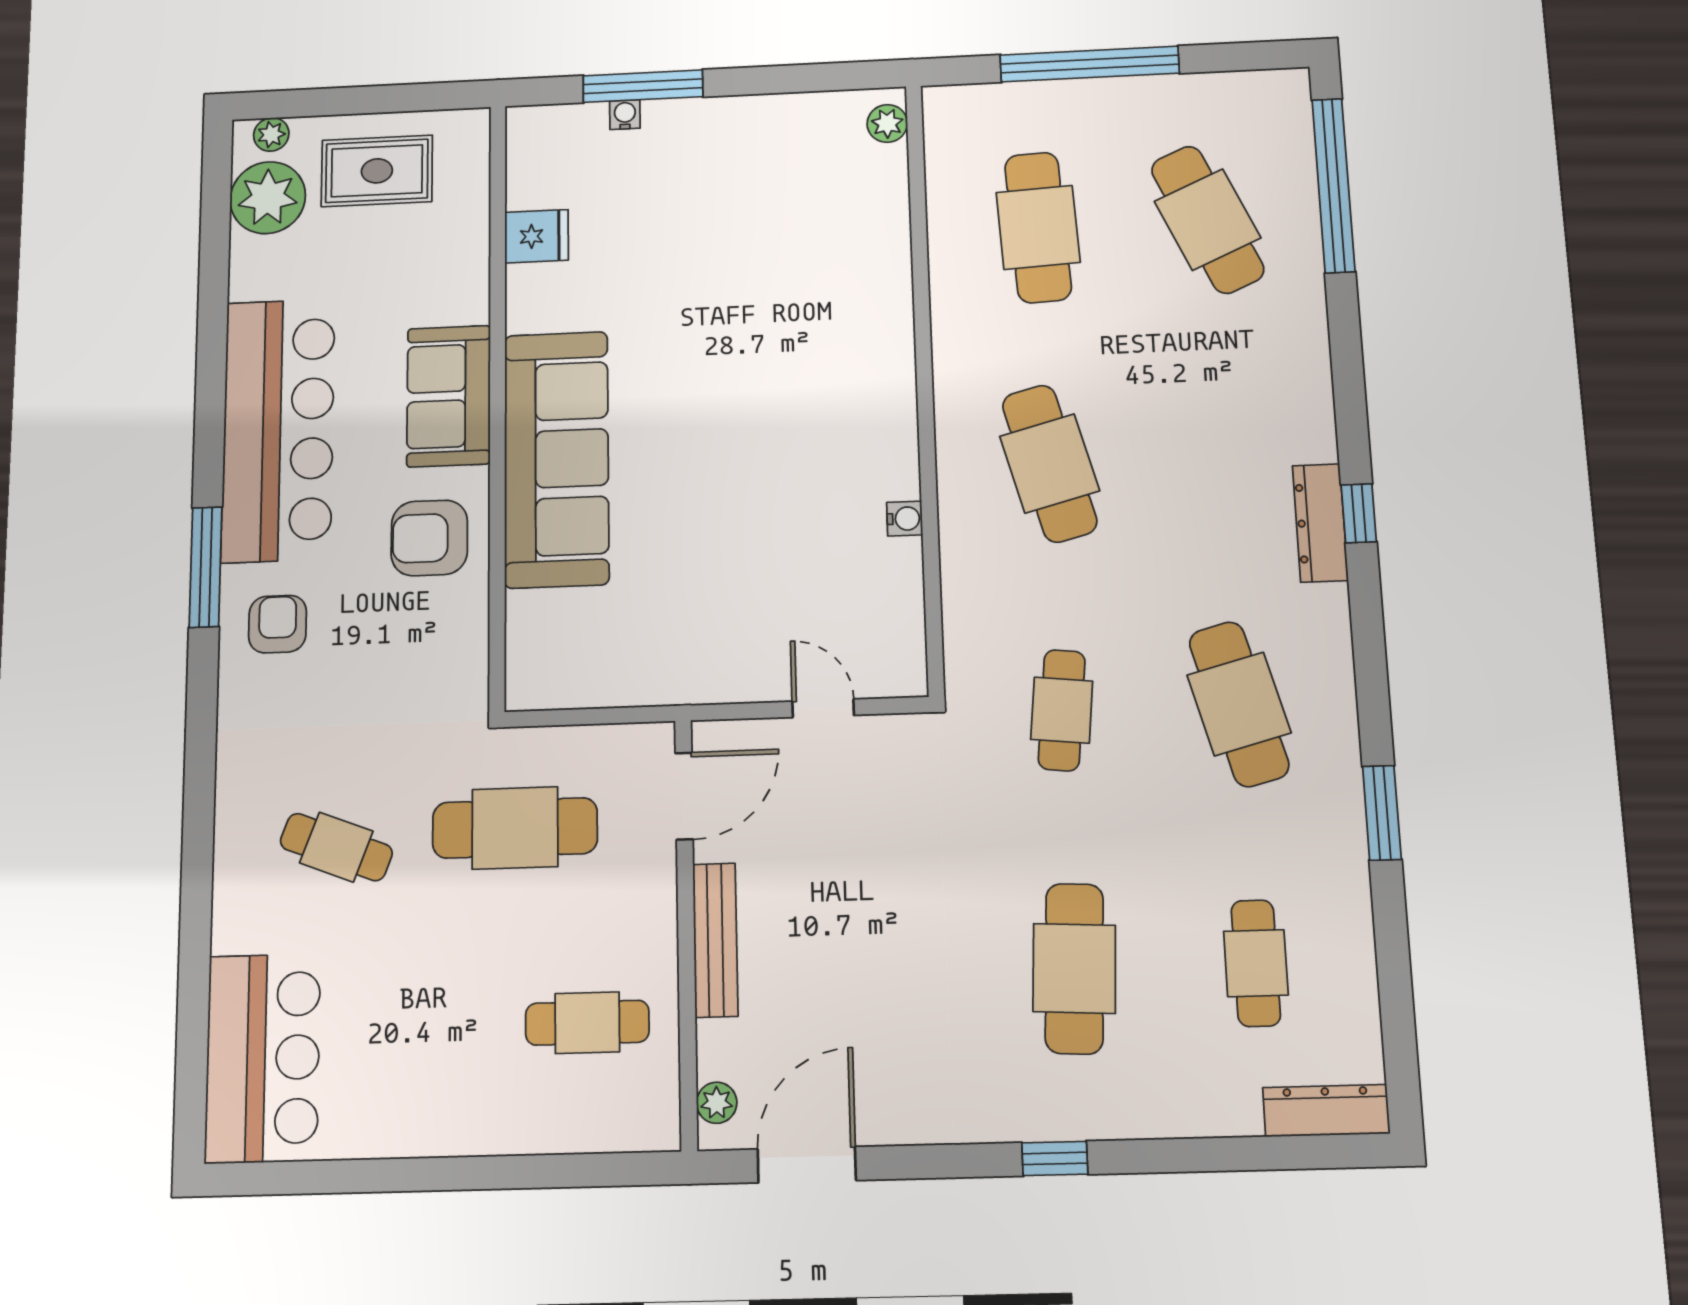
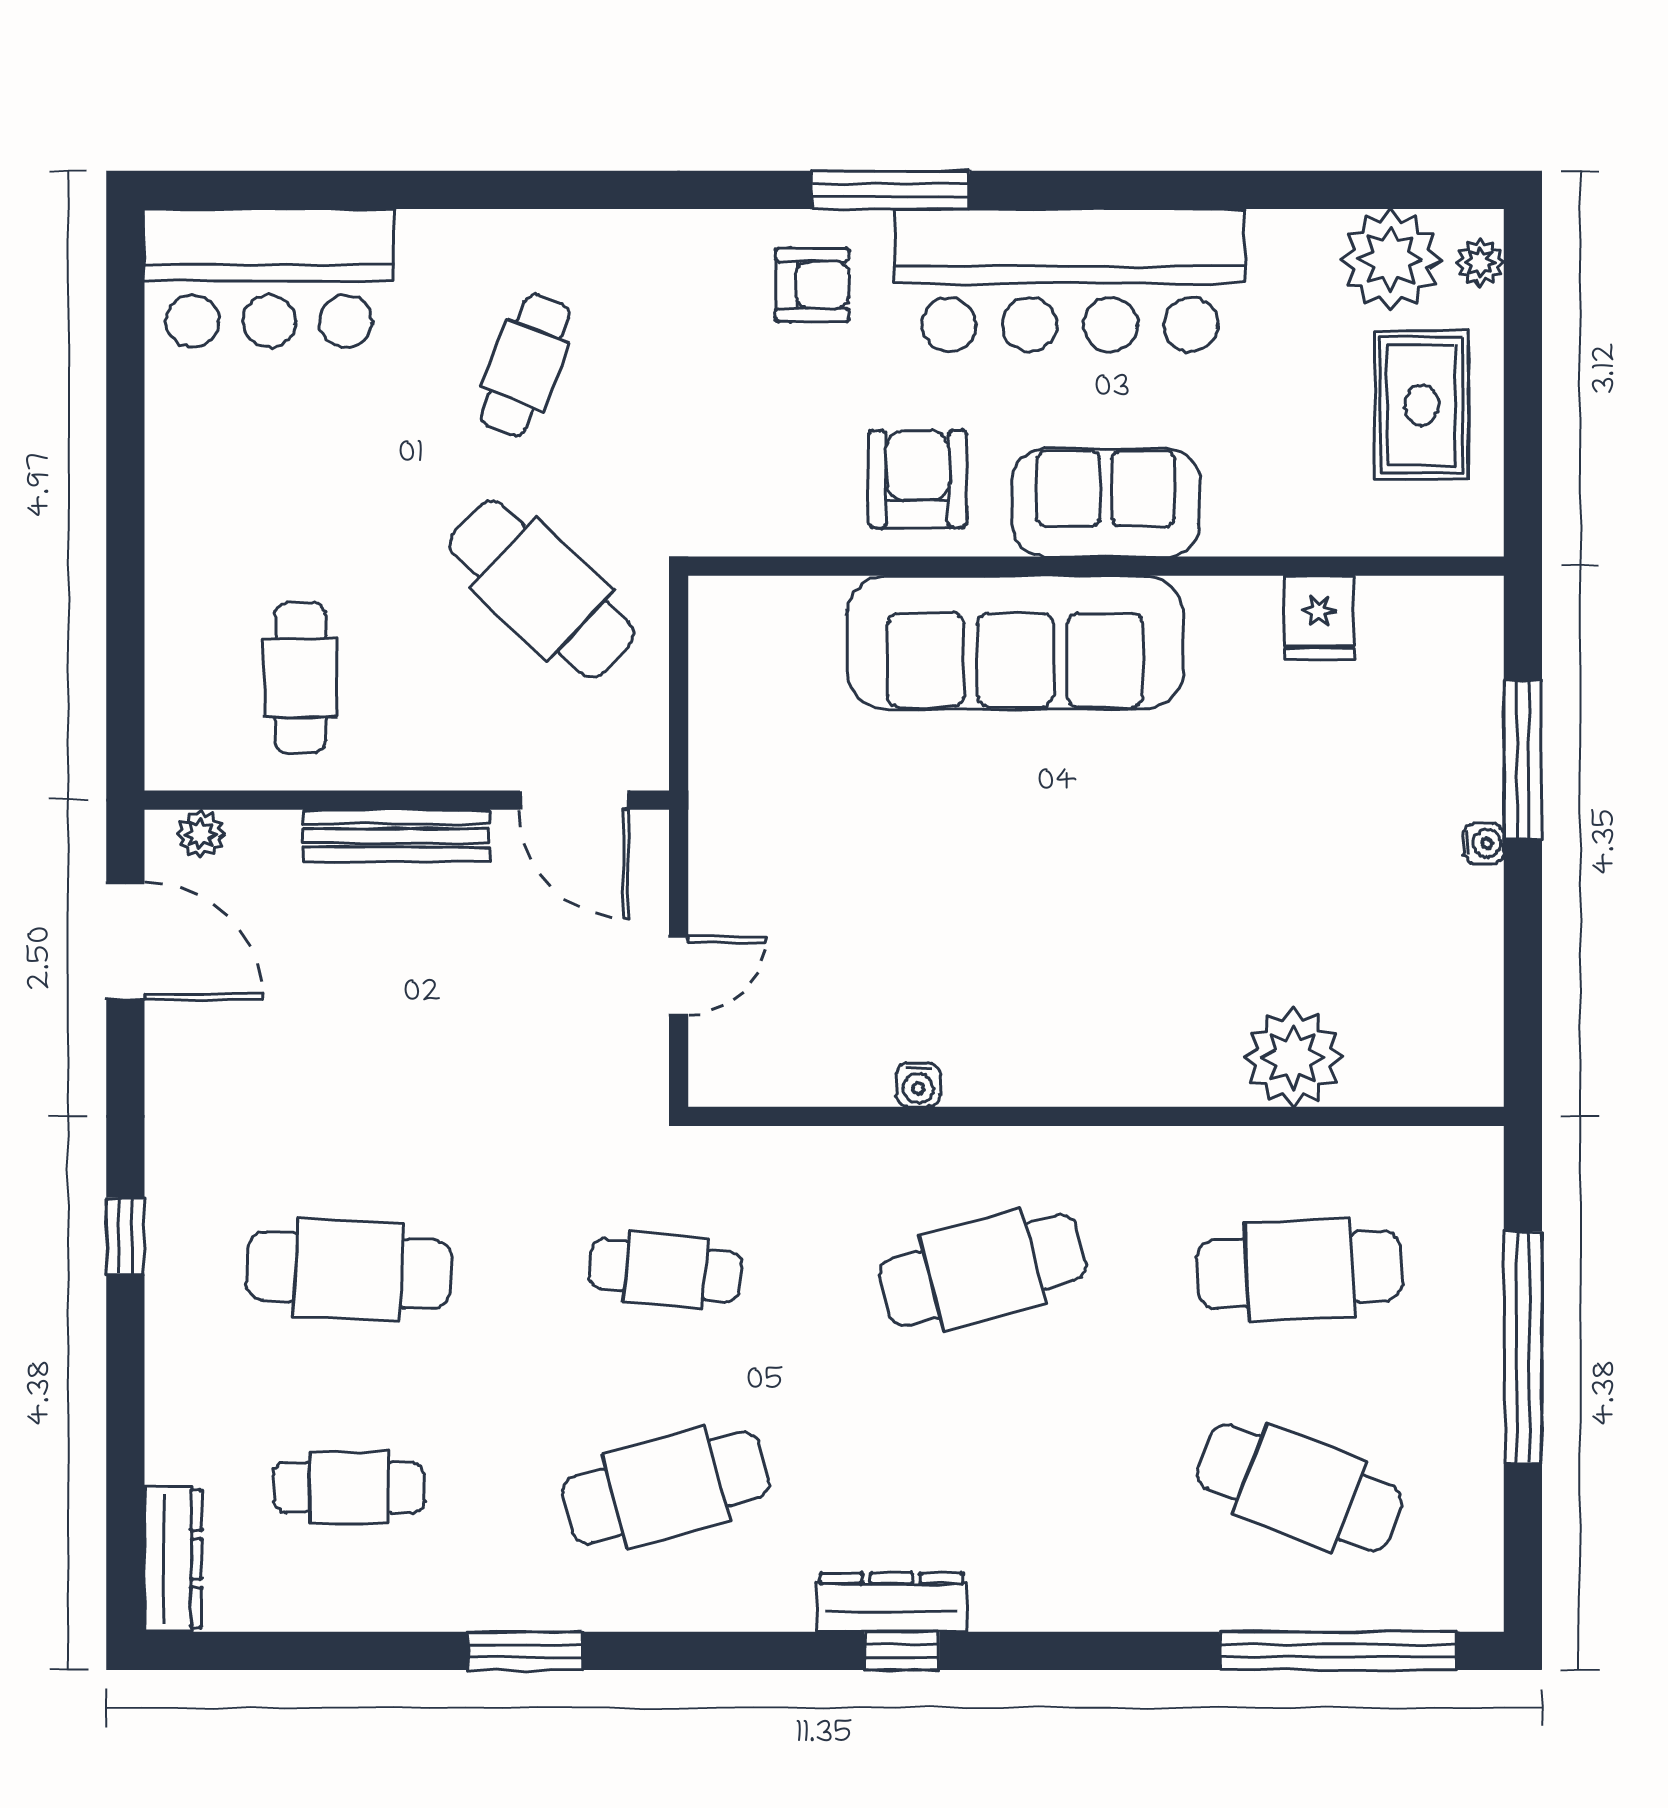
water cooler: (625, 115) -> (1484, 843), moved
plant: (887, 123) -> (1293, 1057), moved, width x1.87, depth x1.87
cafe table: (1208, 220) -> (1300, 1488), turned 45
cafe table: (515, 828) -> (542, 589), turned -47

